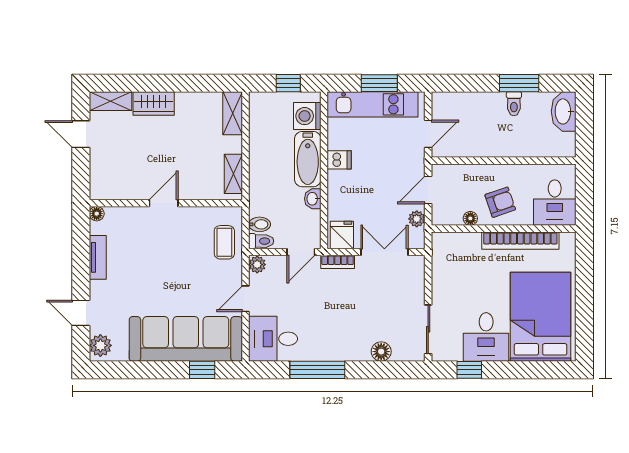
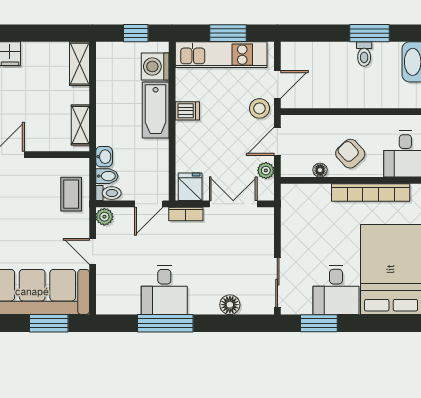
stool: (410, 158) -> (259, 108), added
washbasin: (313, 199) -> (104, 157), moved, turned 180
armchair: (500, 202) -> (350, 154), turned -114
door: (245, 299) -> (93, 251), hinge flipped
desk: (273, 339) -> (164, 290), moved, turned -90
window: (202, 370) -> (49, 323), width x1.50
window: (469, 370) -> (319, 323), width x1.50

